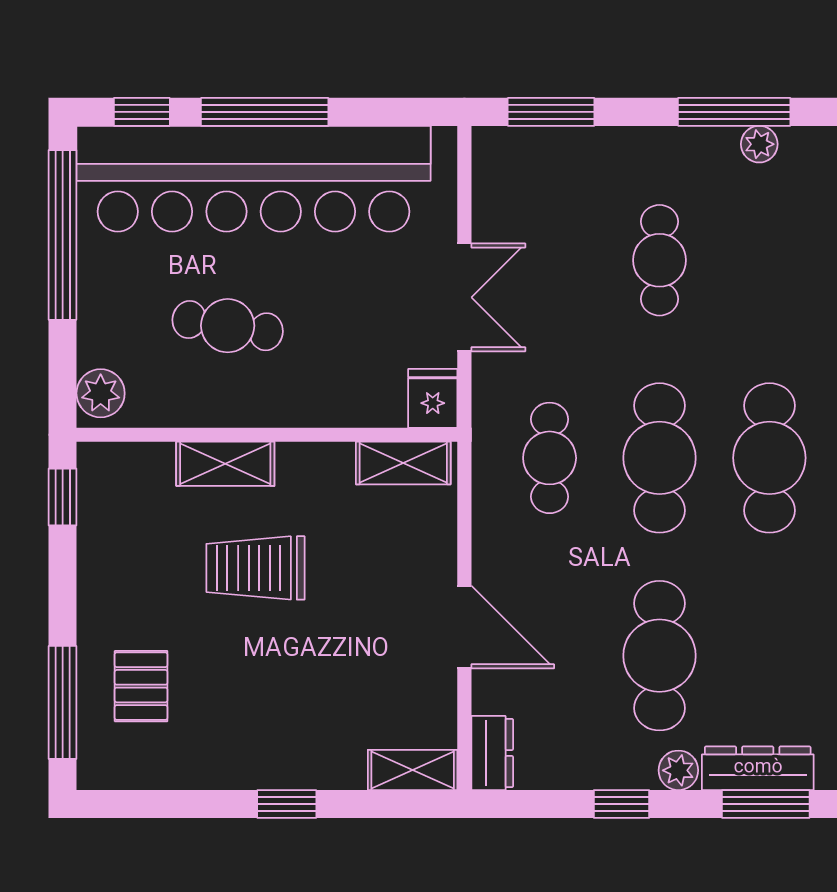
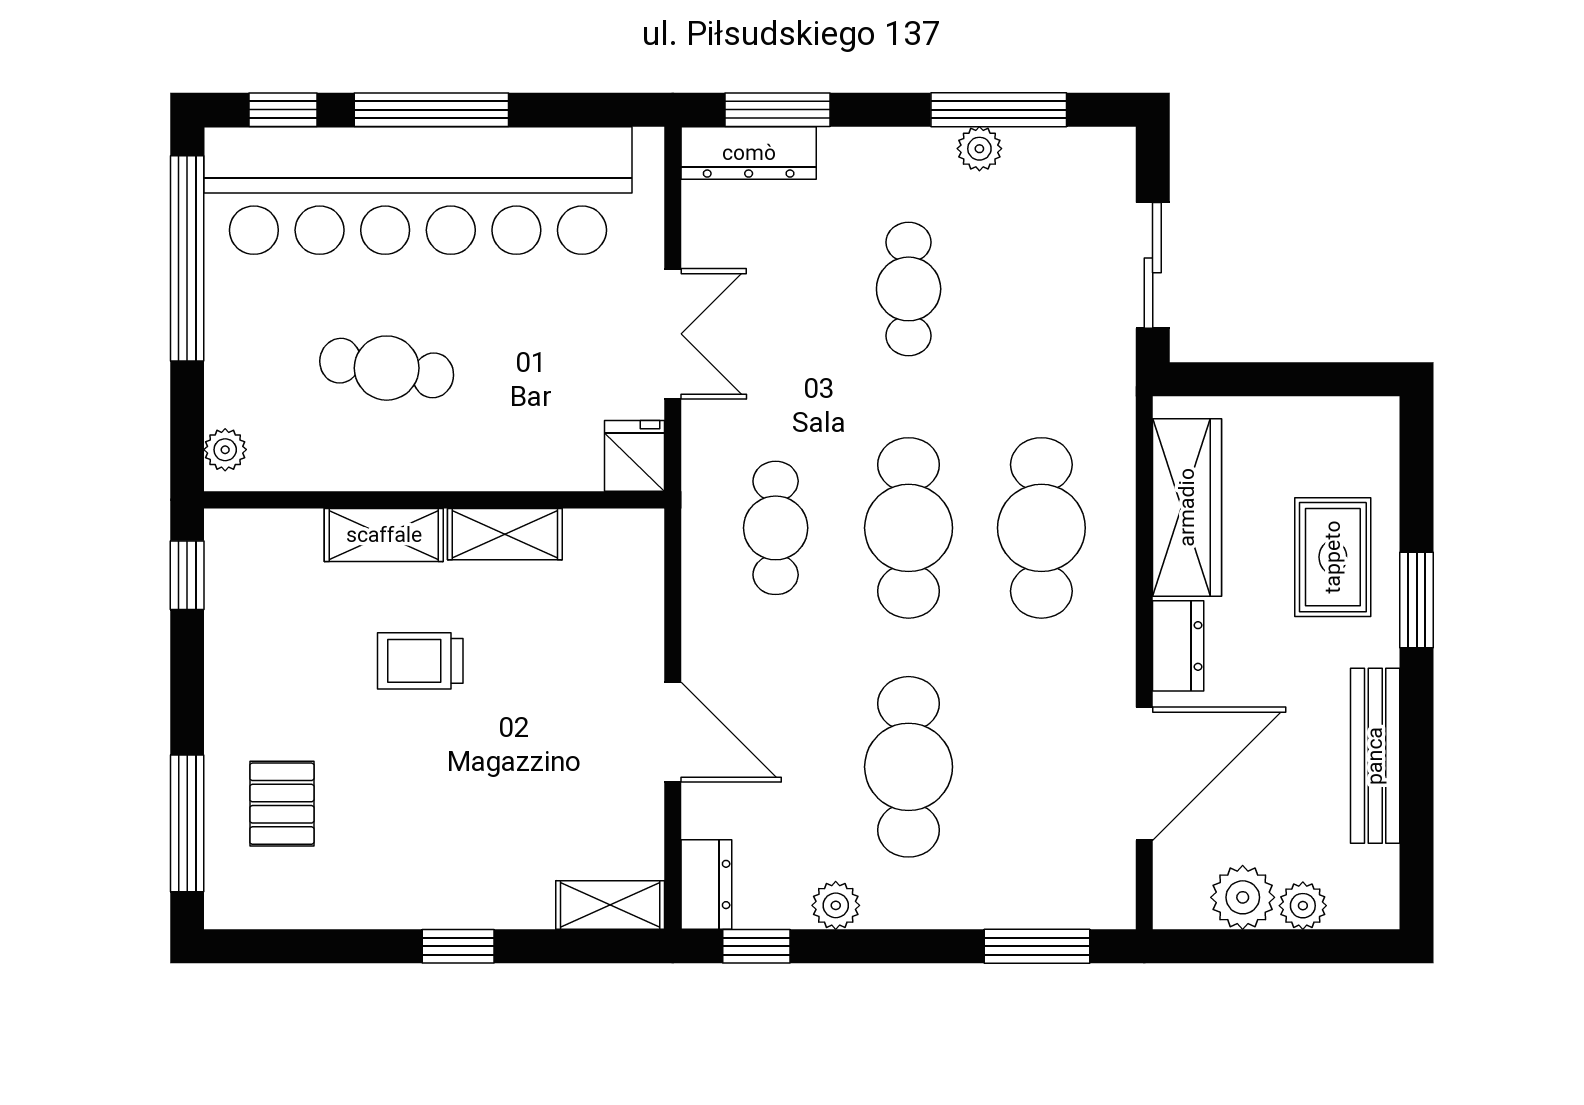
plant: (759, 144) -> (979, 149), moved
plant: (101, 393) -> (225, 450), width x0.73, depth x0.73
shelving: (403, 463) -> (505, 534), moved
trolley: (255, 568) -> (420, 661), width x0.73, depth x0.72
dresser: (758, 768) -> (749, 153), moved, turned 180
plant: (678, 770) -> (836, 905), moved
window: (622, 804) -> (756, 946), moved

